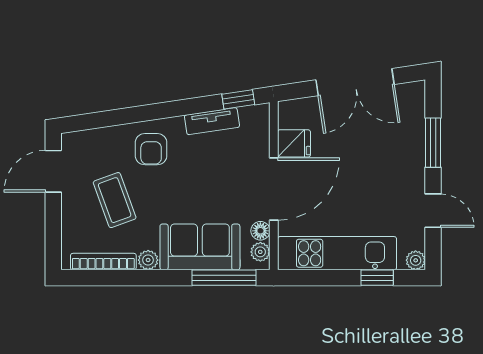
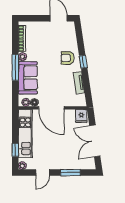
window: (238, 99) -> (83, 62), moved
fridge: (294, 143) -> (81, 116), moved
coffee table: (115, 200) -> (47, 43), removed
window: (224, 278) -> (15, 67), moved

